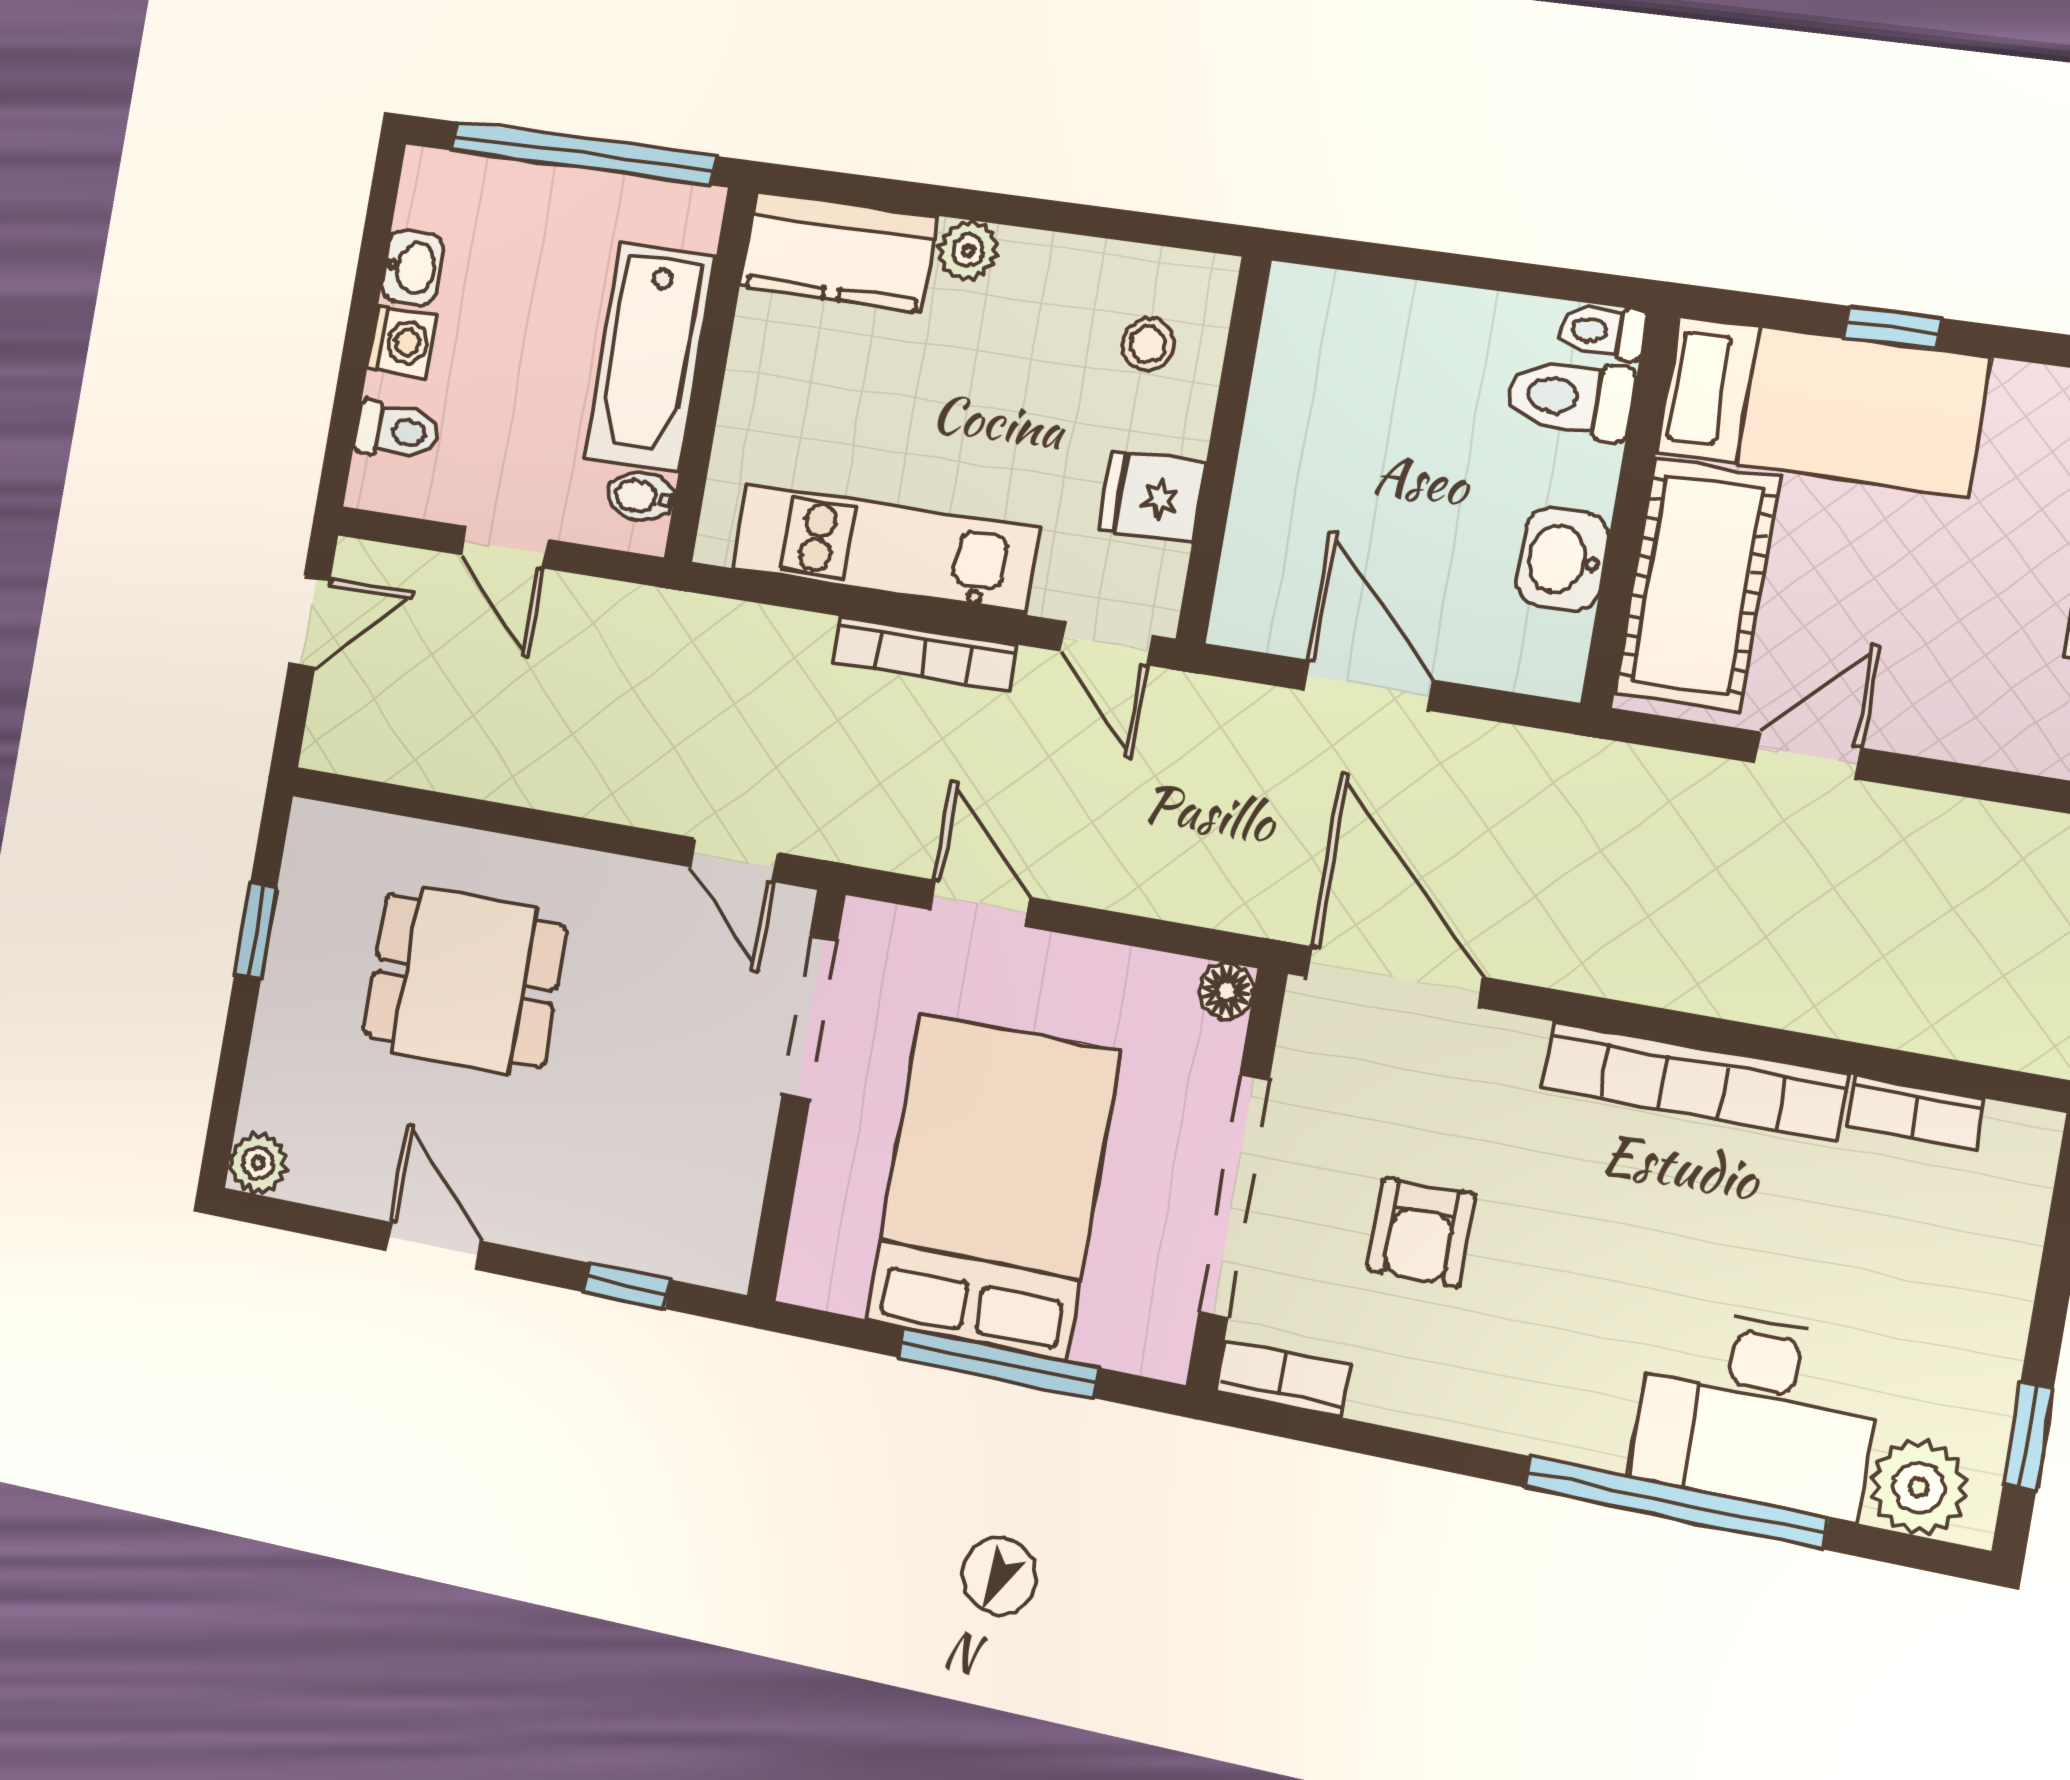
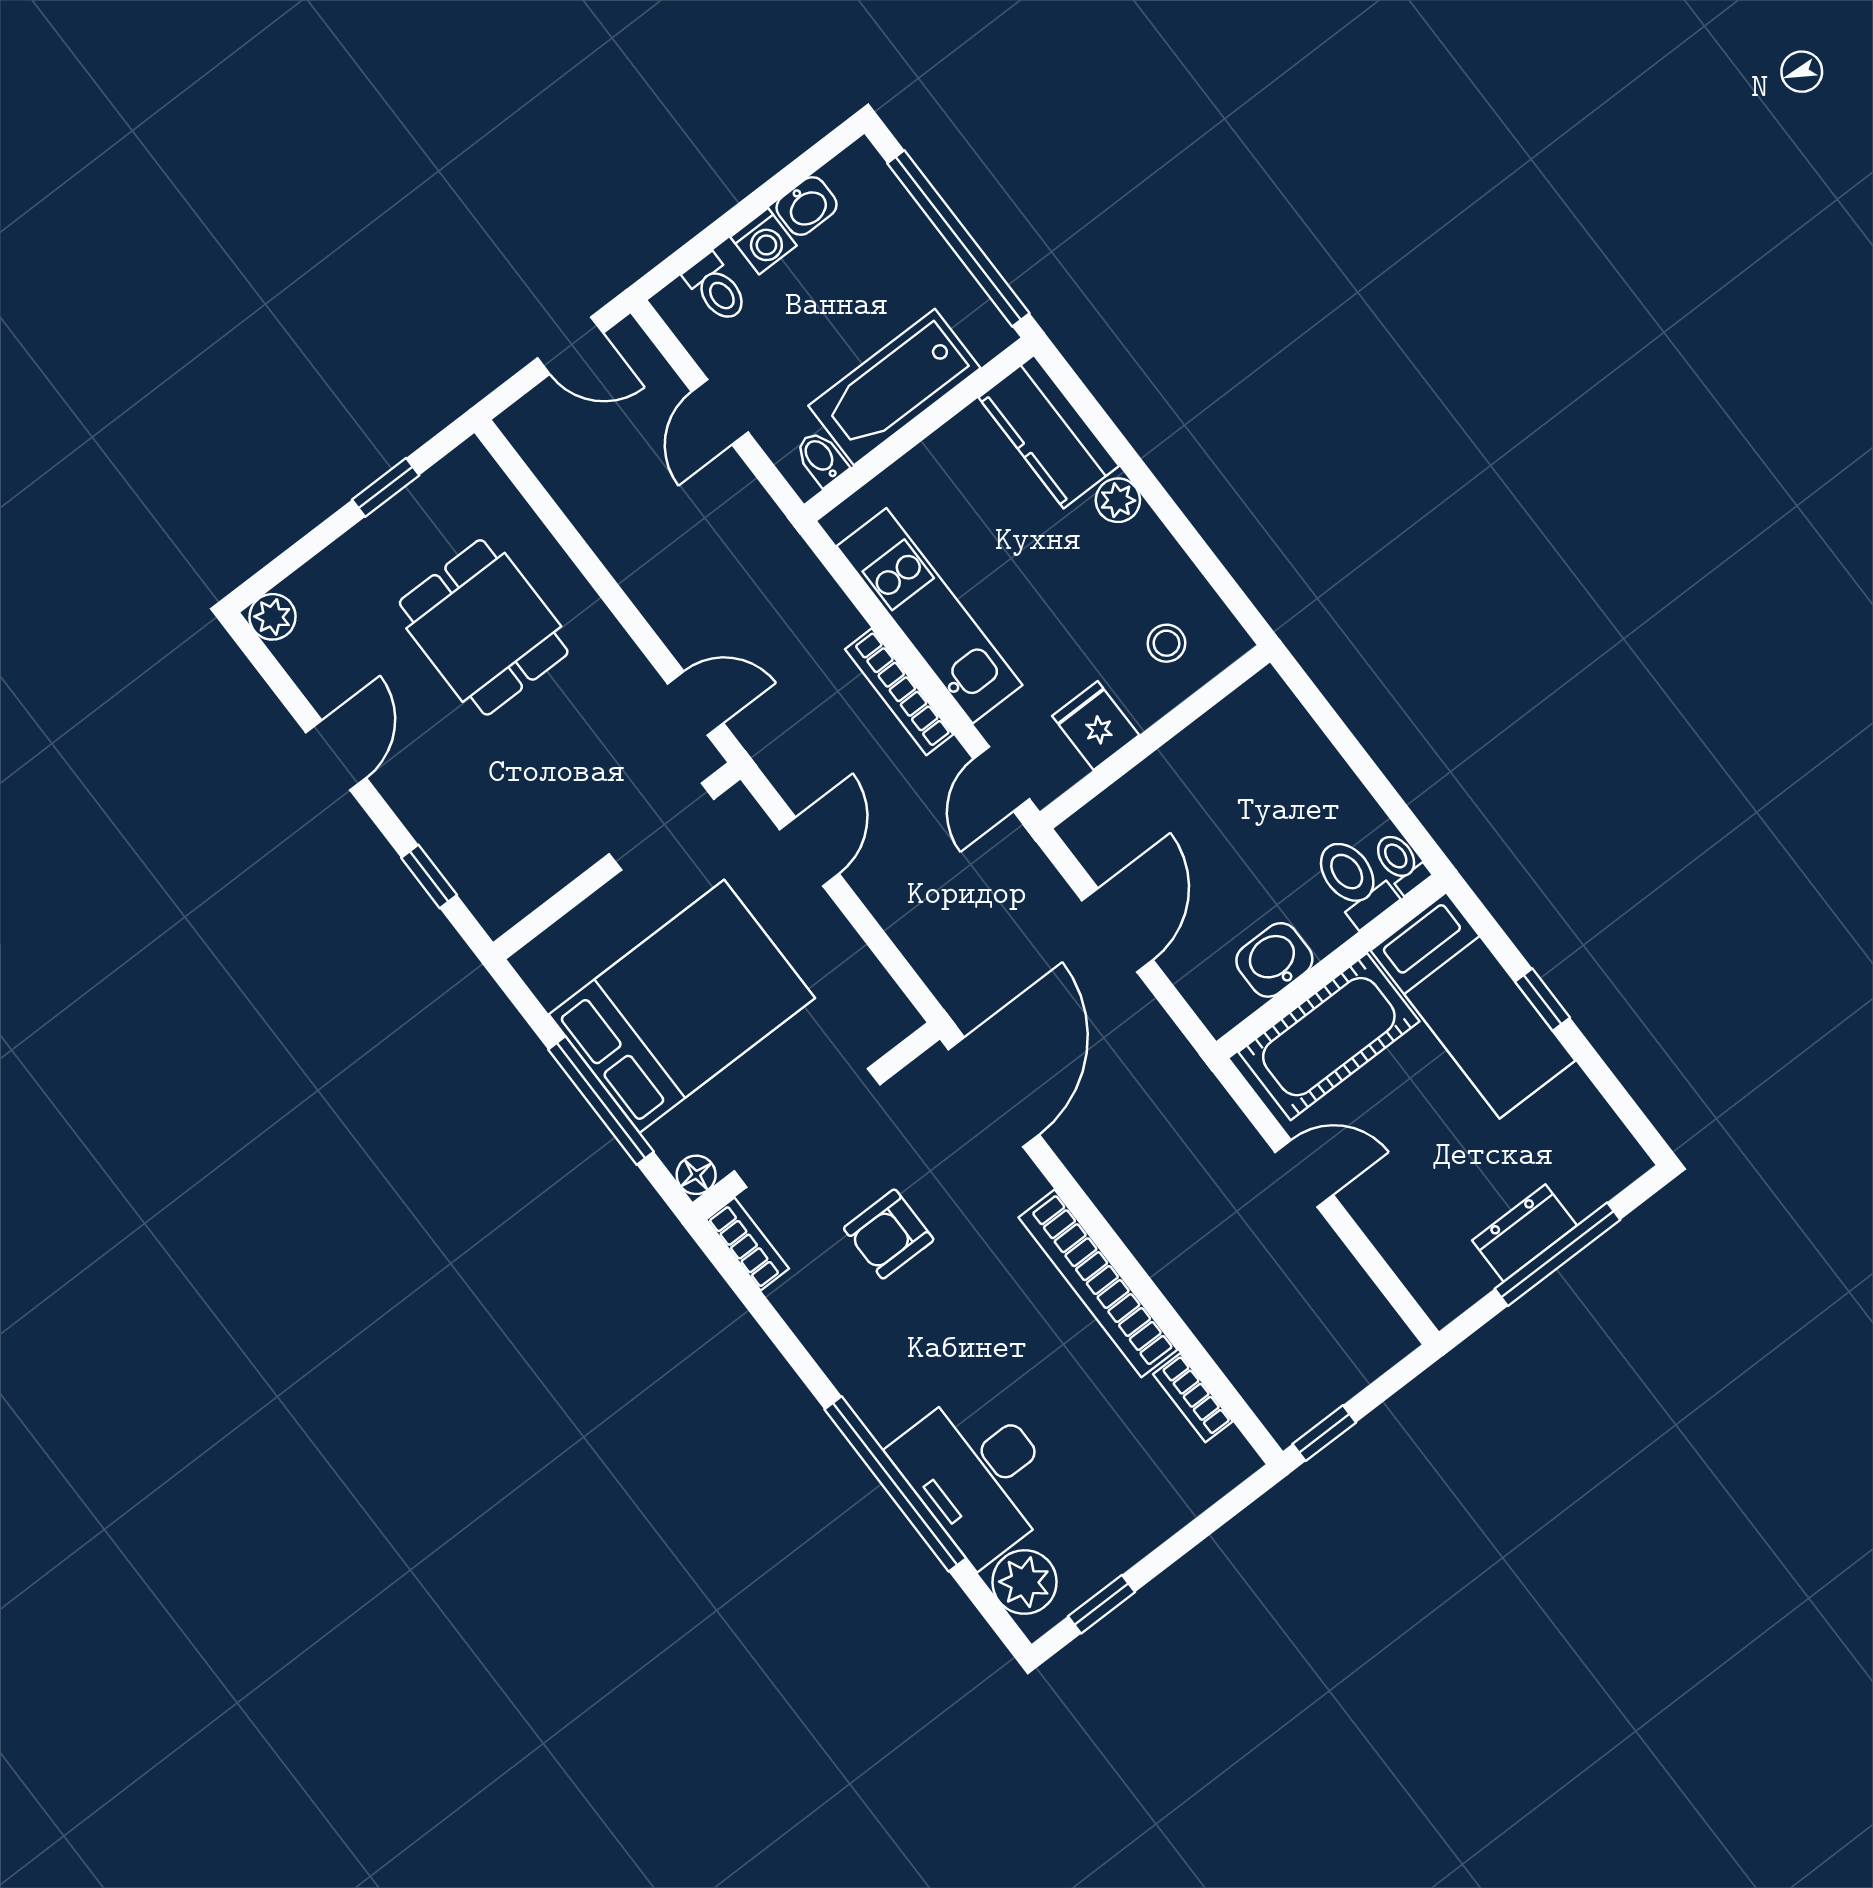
door: (734, 860) -> (696, 703), swing flipped
floor lamp: (1226, 991) -> (696, 1175), moved

